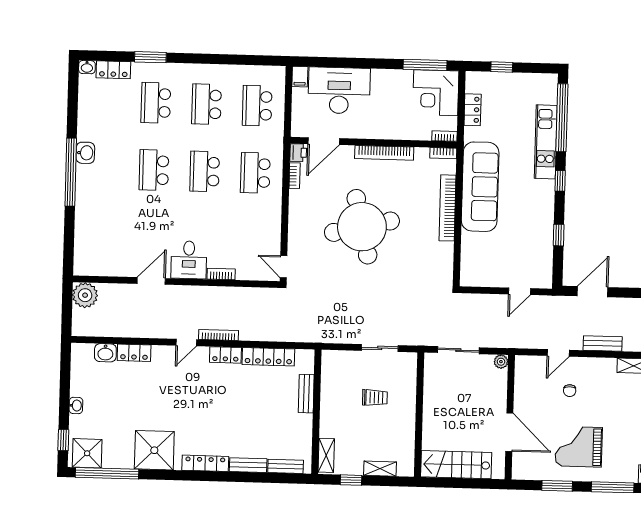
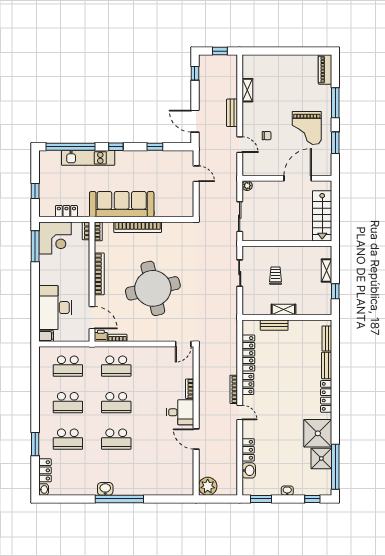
window: (65, 369) -> (261, 499), added
shower: (87, 453) -> (321, 458), moved
shelving: (326, 455) -> (283, 310), moved

